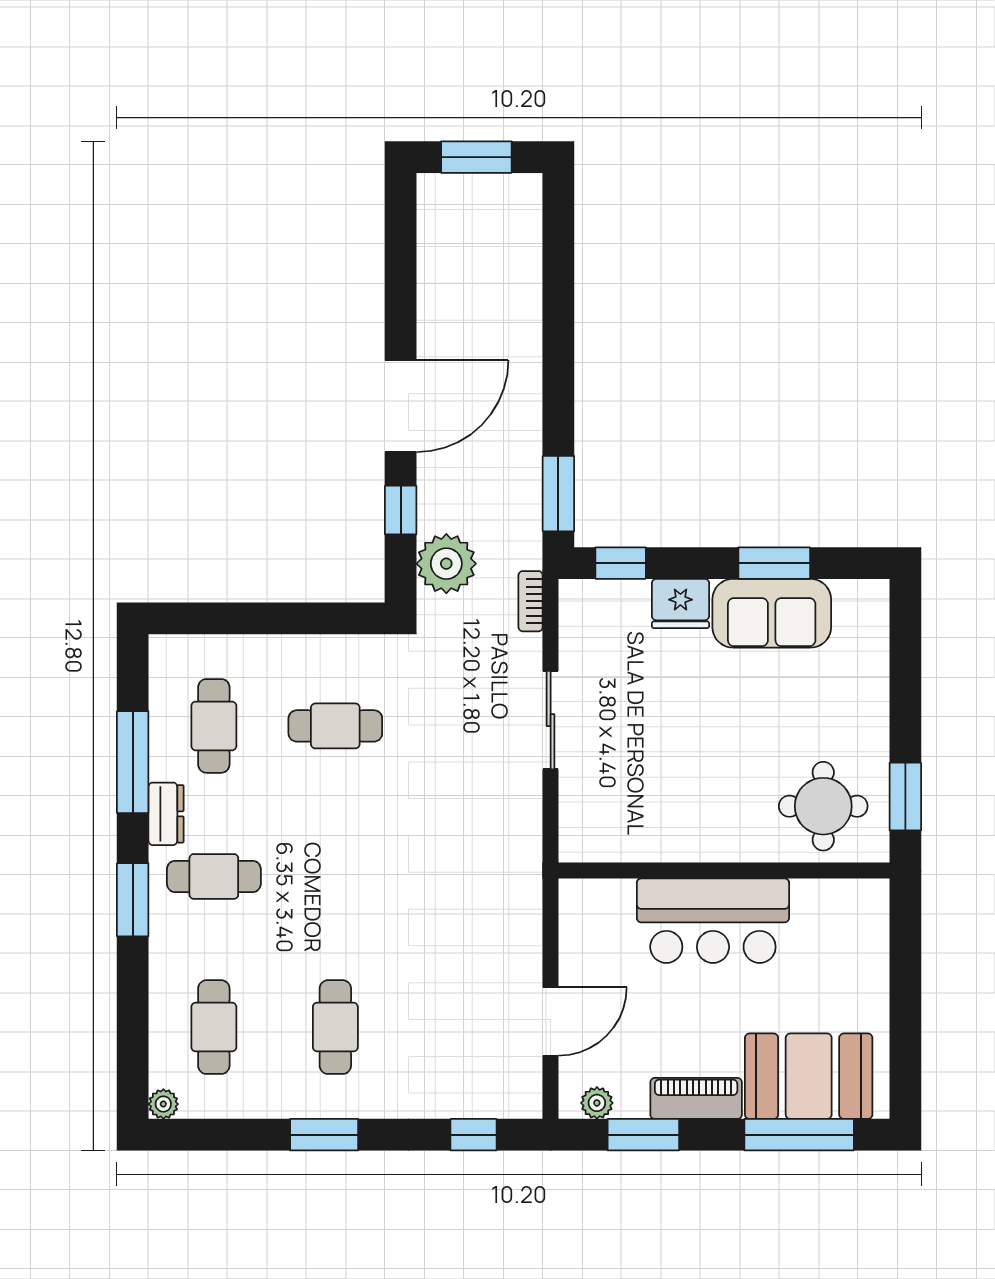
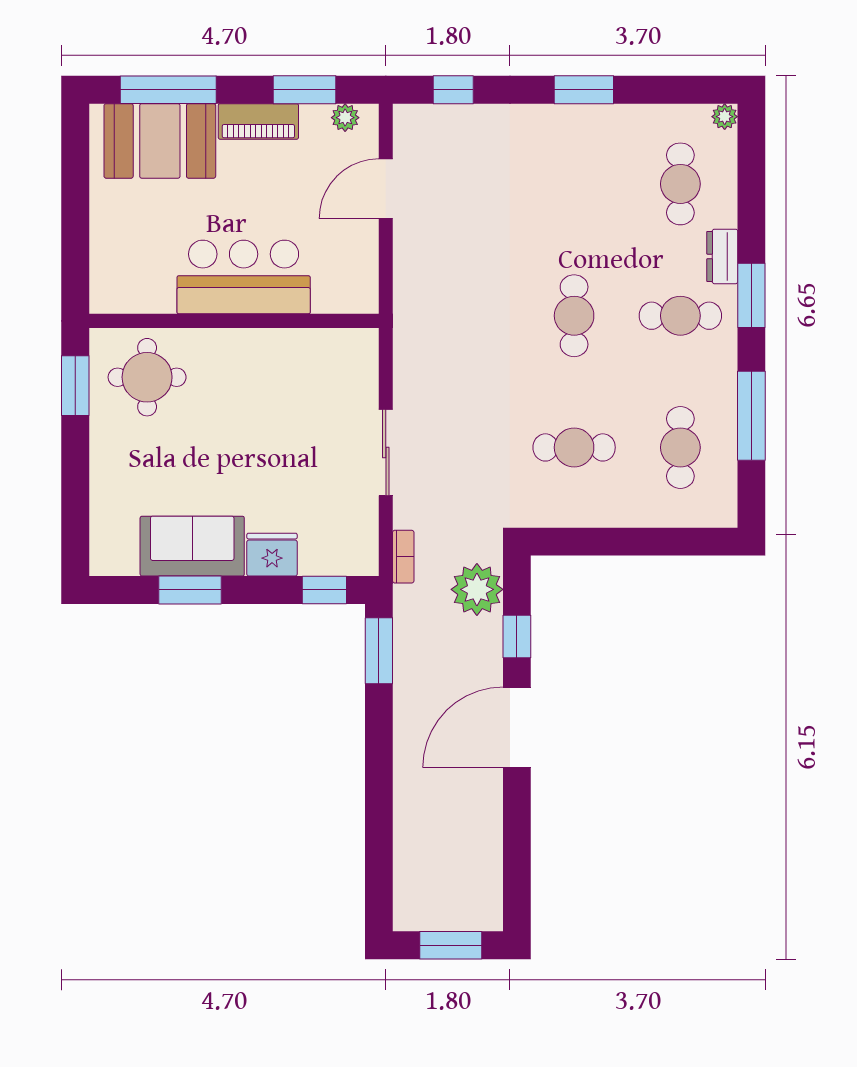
dresser: (166, 814) -> (722, 256), moved
cafe table: (335, 1027) -> (574, 316), moved

